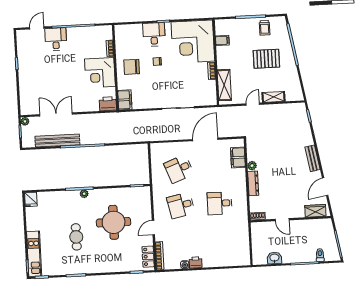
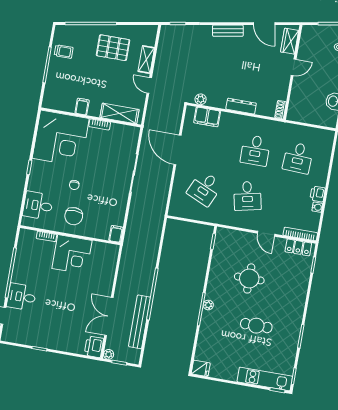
desk: (154, 34) -> (38, 205), moved
filing cabinet: (222, 40) -> (82, 107), moved
pallet: (266, 59) -> (113, 48), moved, turned 90
filing cabinet: (125, 100) -> (116, 234), width x0.50
printer: (108, 104) -> (94, 347), moved
plant: (252, 166) -> (201, 99), moved
desk: (179, 169) -> (205, 188), turned 45
door: (282, 220) -> (294, 67), moved
round table: (114, 222) -> (249, 278), width x0.73, depth x0.73
desk: (221, 240) -> (298, 158), added

